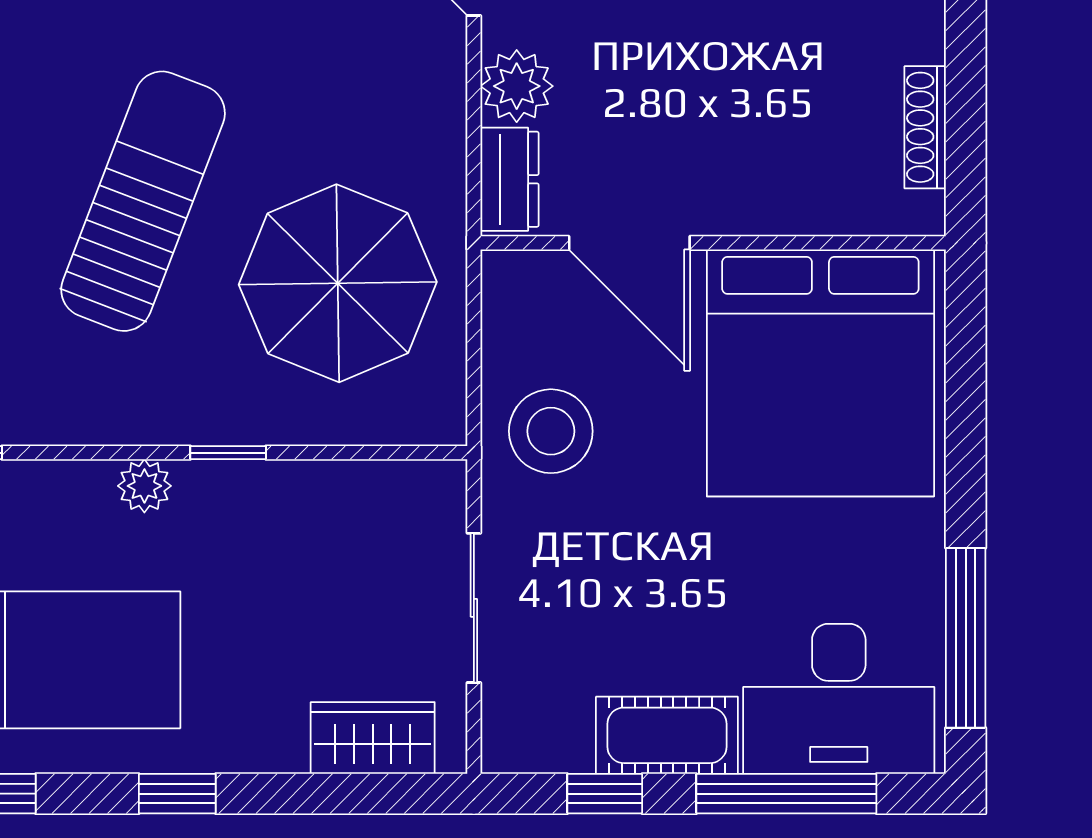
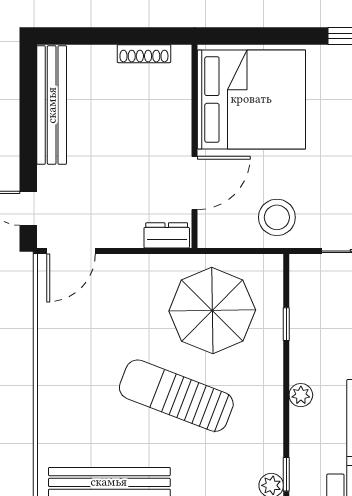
plant: (517, 86) -> (126, 232), removed
window: (228, 453) -> (286, 324), moved

